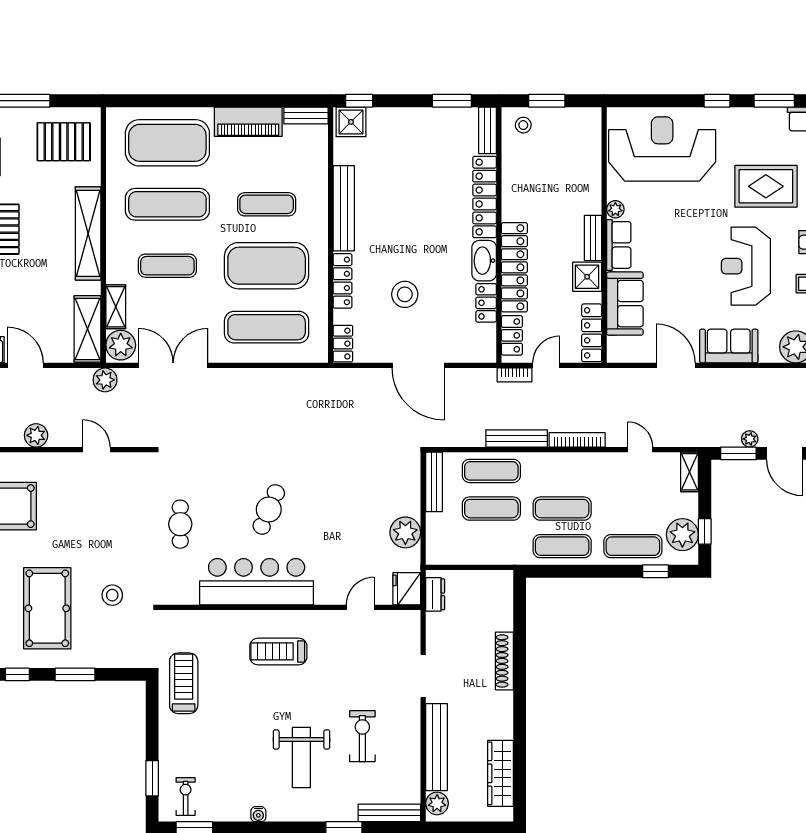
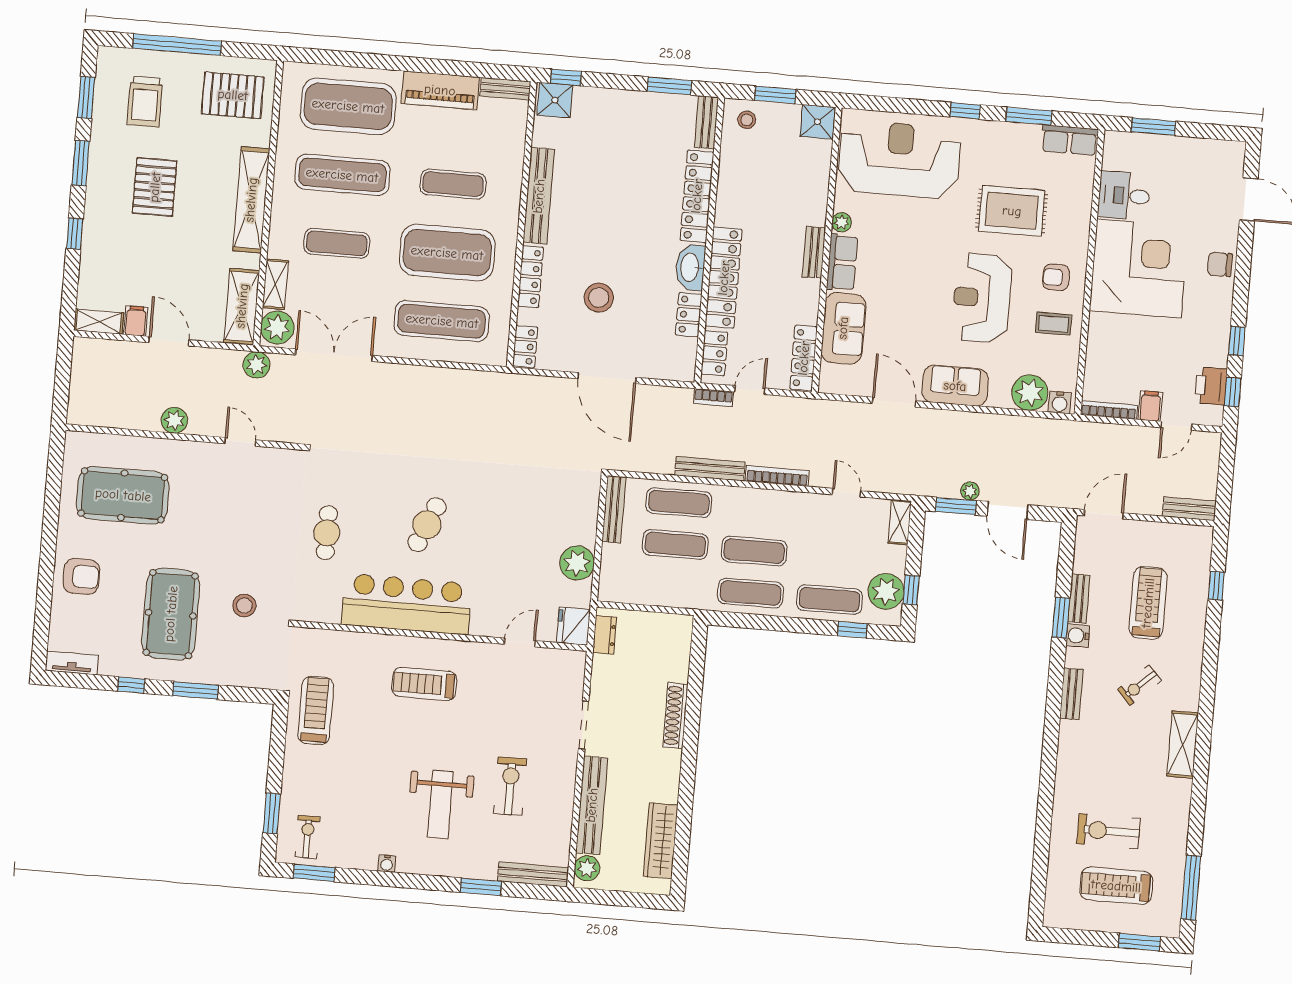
shower: (587, 277) -> (817, 122), moved

